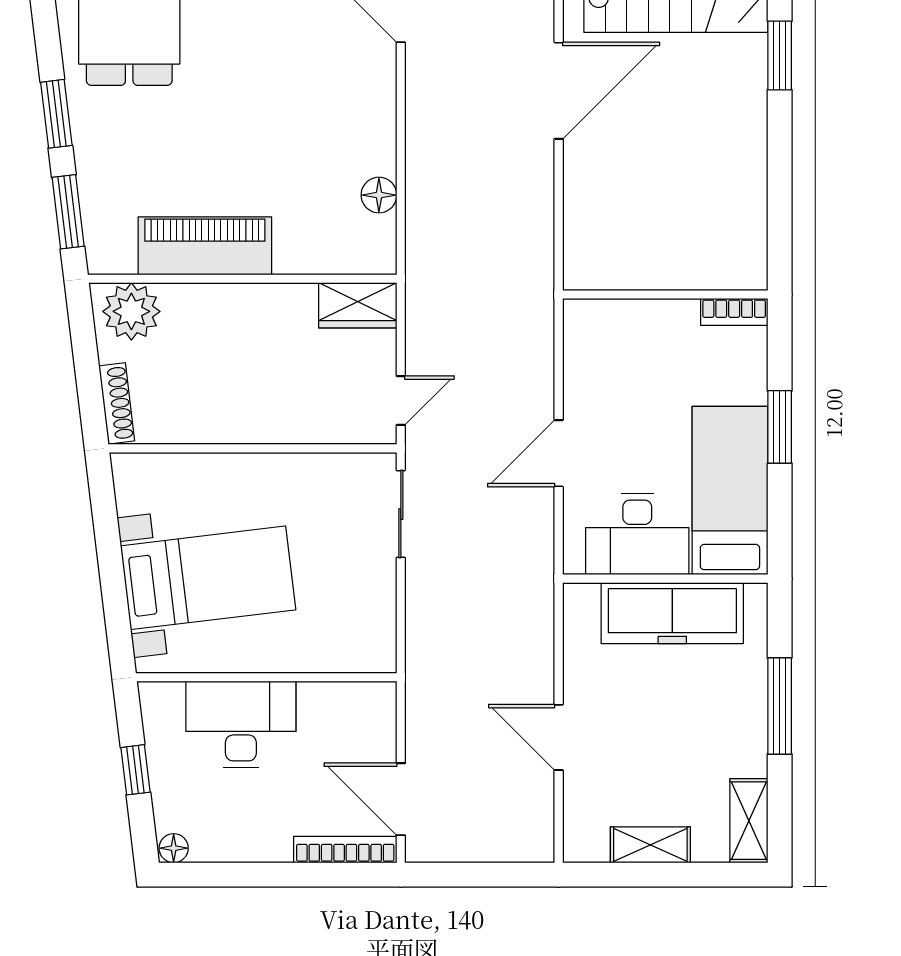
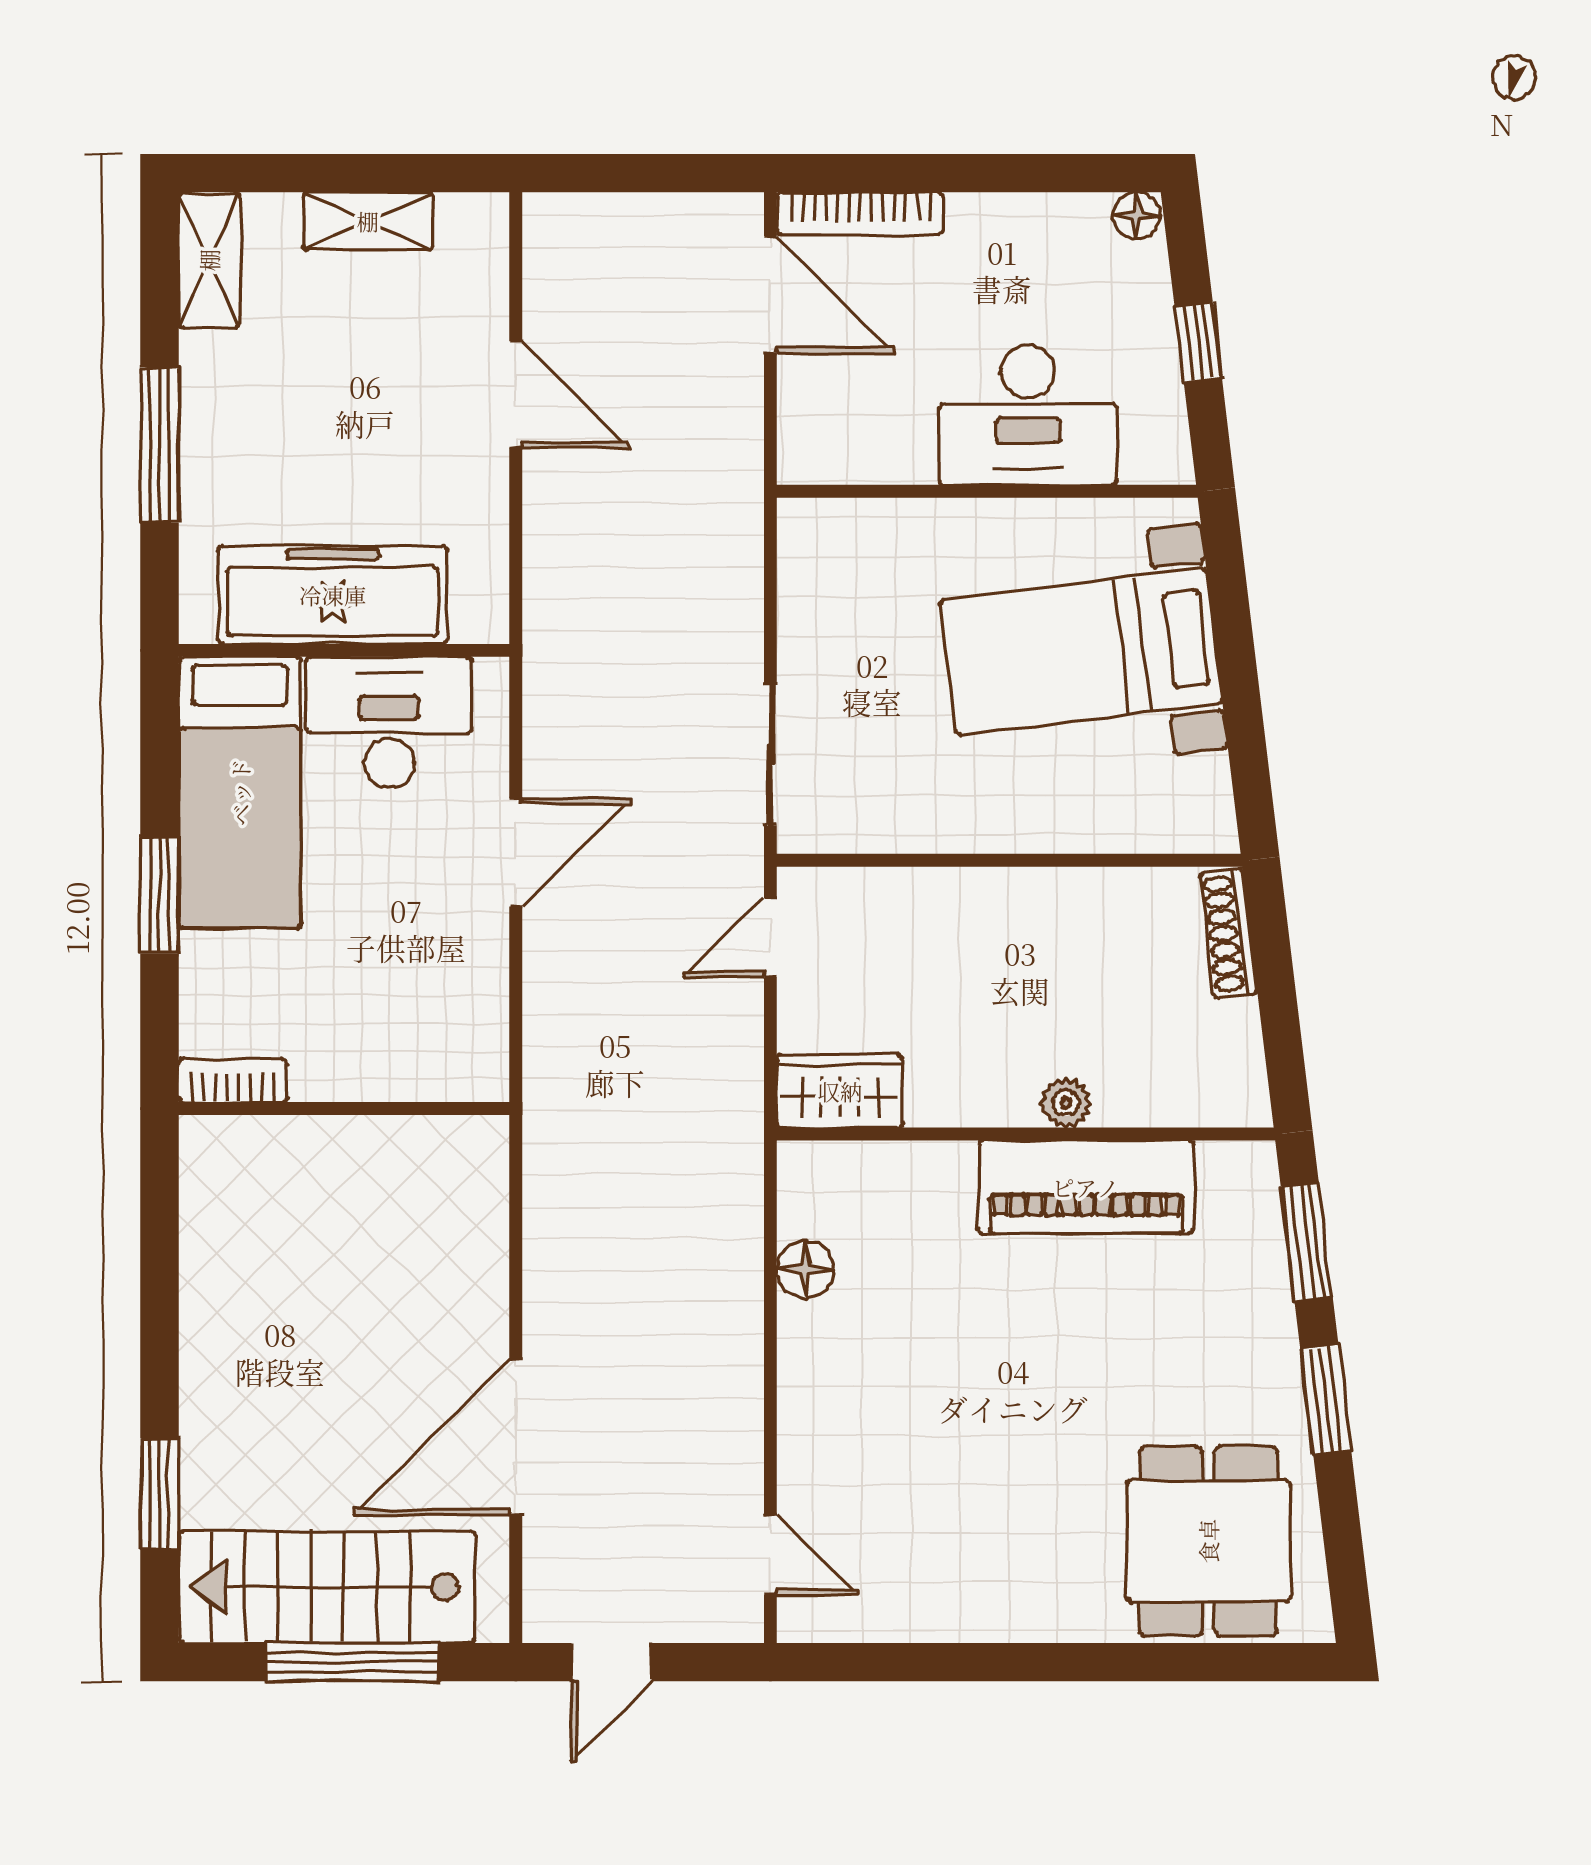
plant: (131, 311) -> (1066, 1103), moved, width x0.53, depth x0.53

